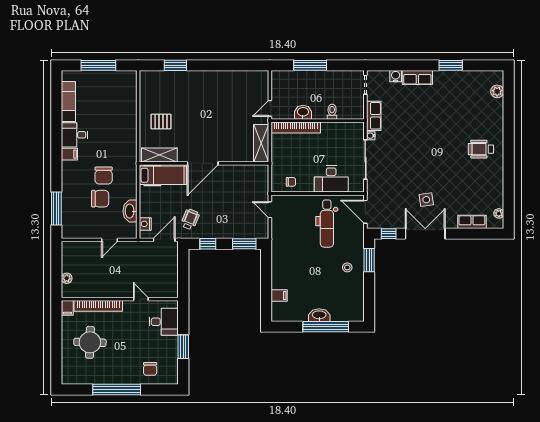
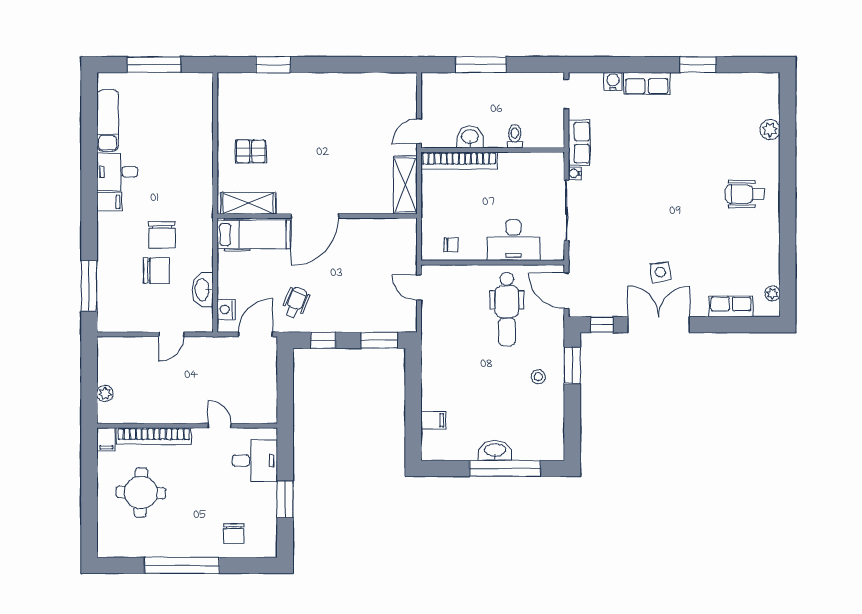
plant: (497, 91) -> (770, 130), moved

